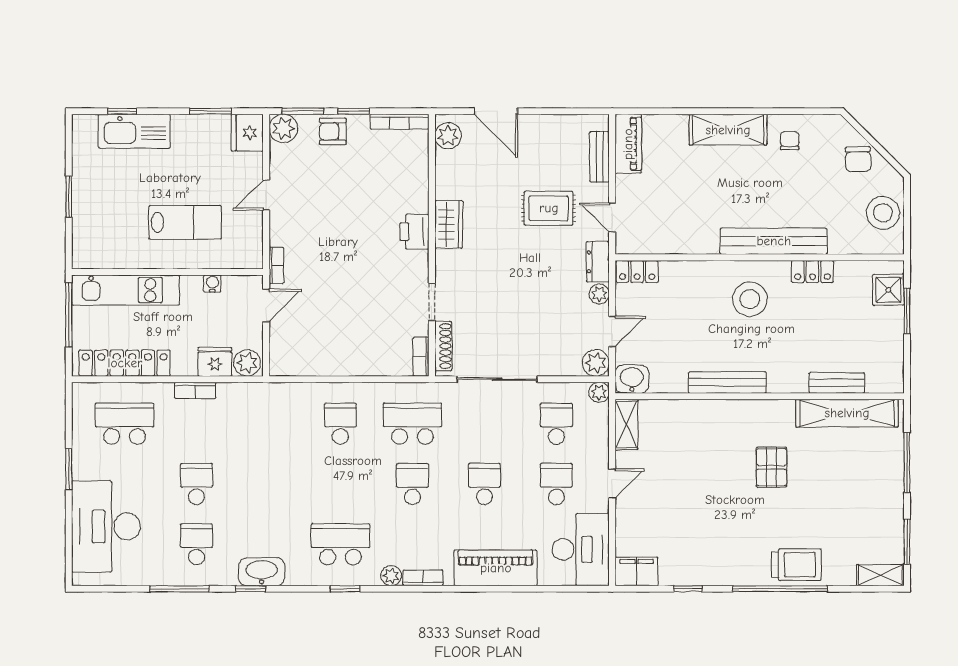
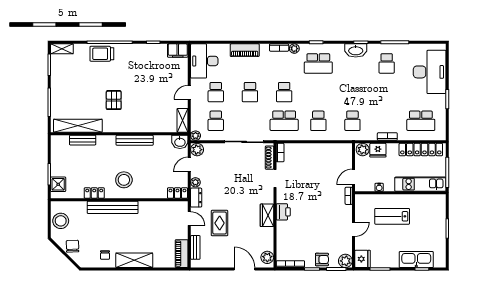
rug: (549, 208) -> (220, 223), turned 90
school desk: (197, 484) -> (352, 121), moved
piano: (496, 568) -> (245, 50), width x0.73, depth x0.75

